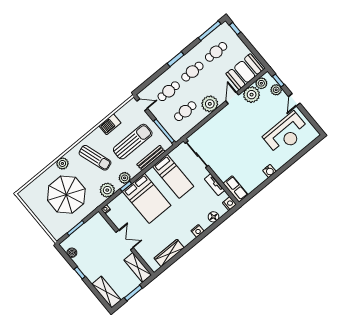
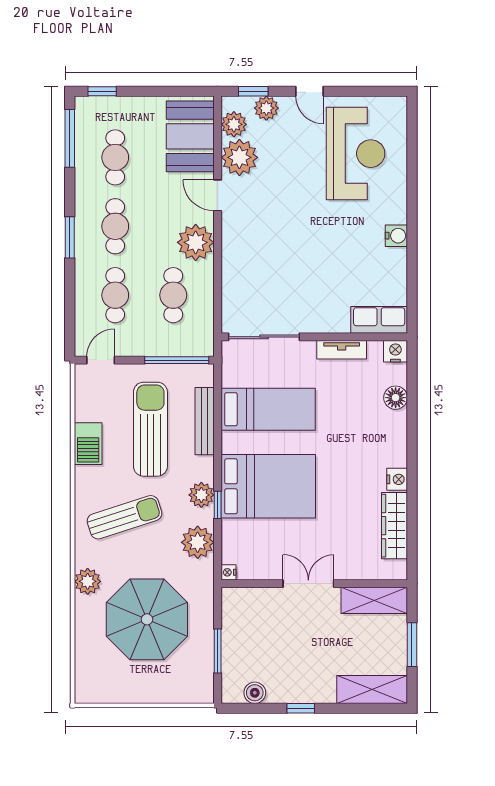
nightstand: (198, 231) -> (397, 479), moved

